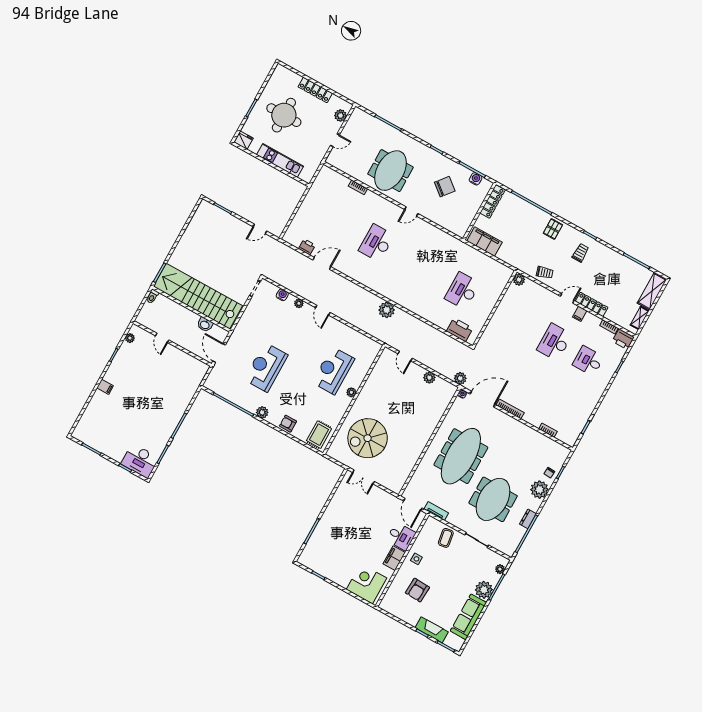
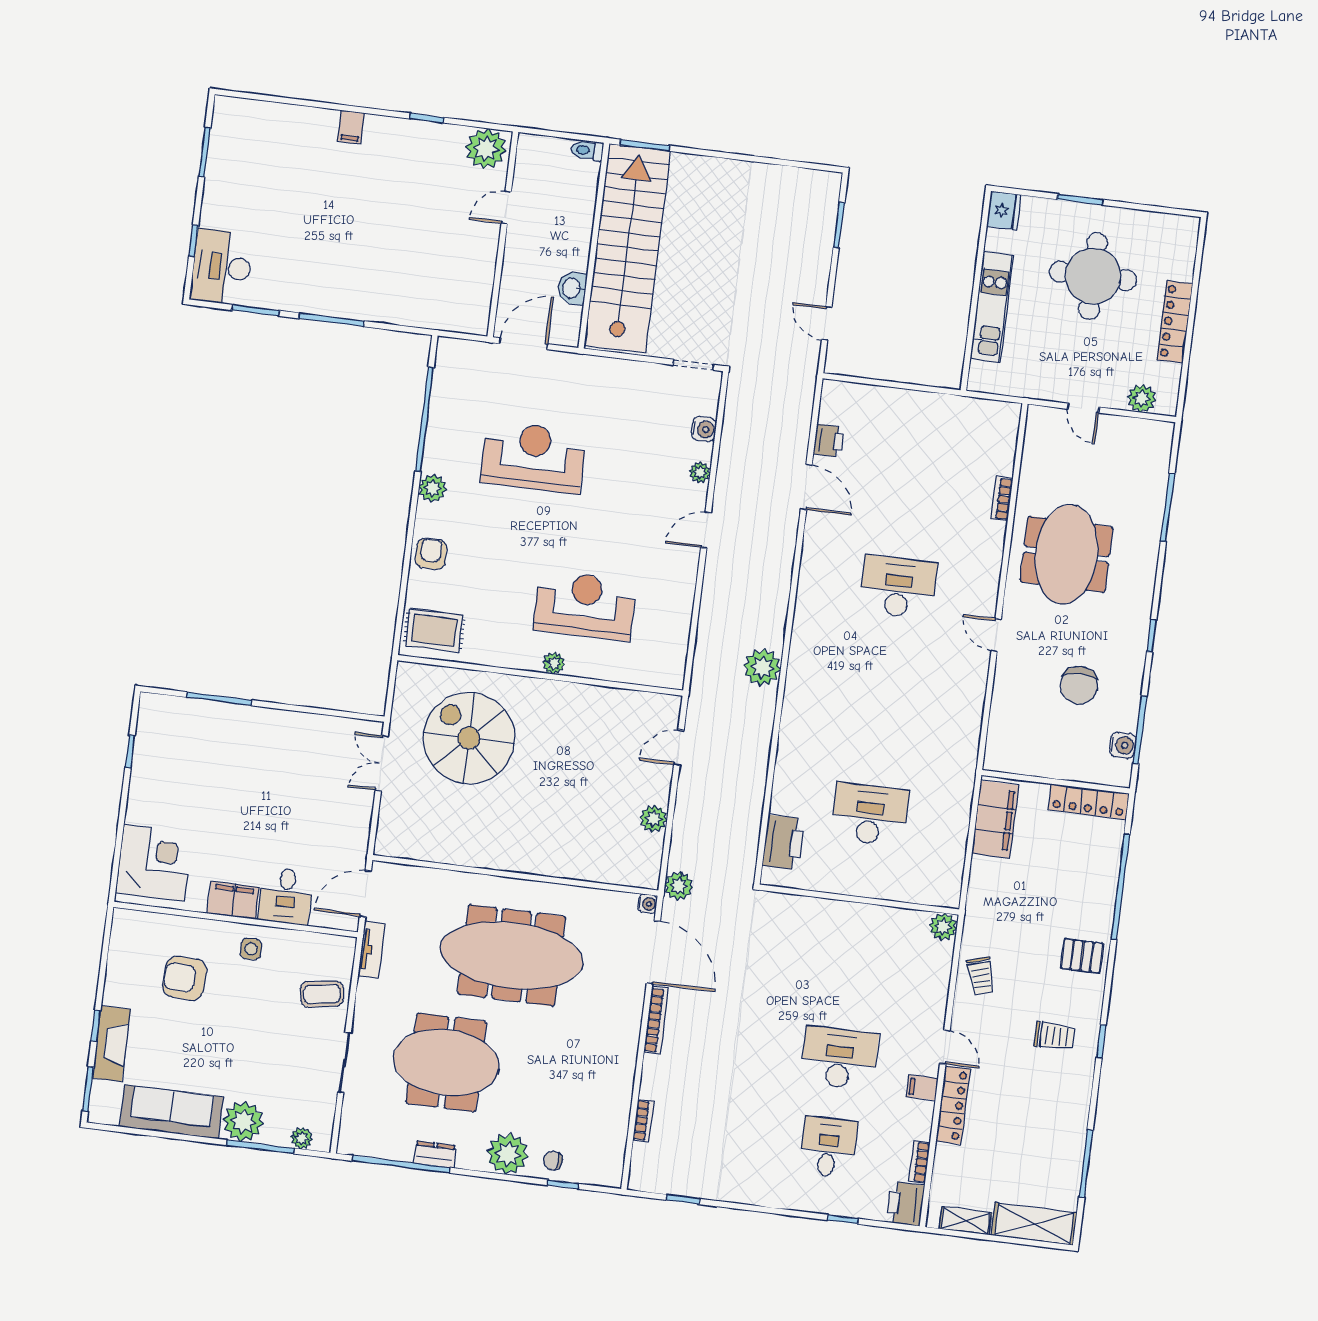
meeting table: (390, 171) -> (1066, 554), turned 90
chair: (445, 187) -> (1079, 685), turned 51
plant: (130, 338) -> (486, 149), width x1.87, depth x1.87

